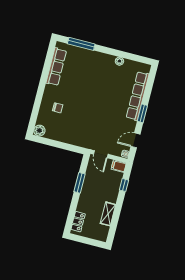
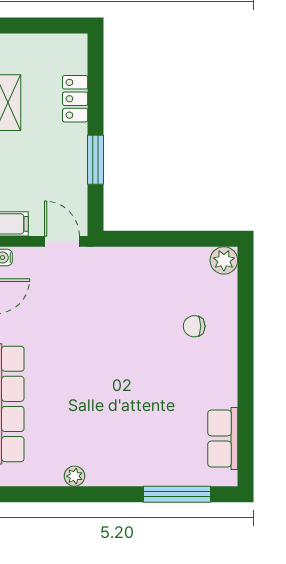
row of seats: (56, 67) -> (223, 439), width x0.68
locker: (78, 222) -> (75, 99), moved

